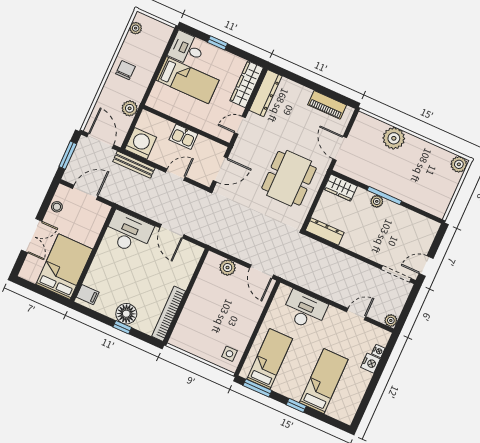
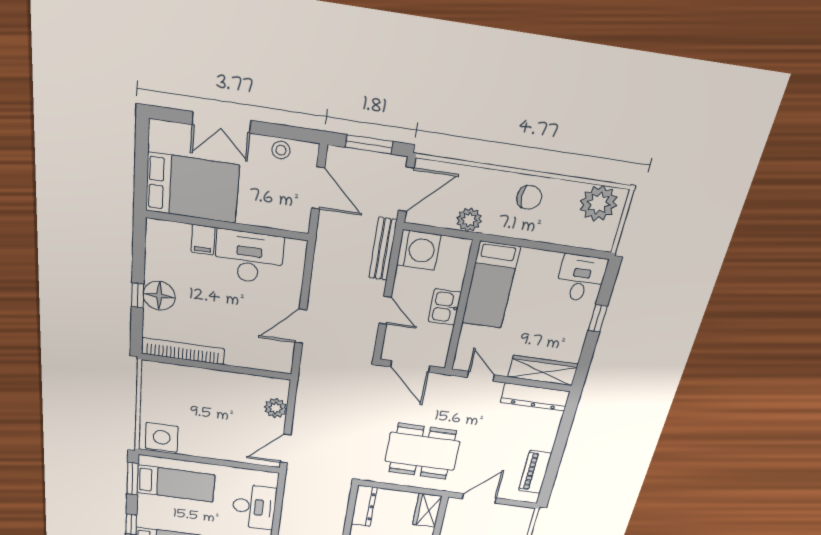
plant: (136, 28) -> (598, 203), width x1.87, depth x1.87
bed: (187, 80) -> (491, 285), moved
desk: (128, 233) -> (249, 257), moved, turned -90
filing cabinet: (88, 295) -> (203, 240), moved
side table: (229, 354) -> (162, 437), width x1.87, depth x1.87

